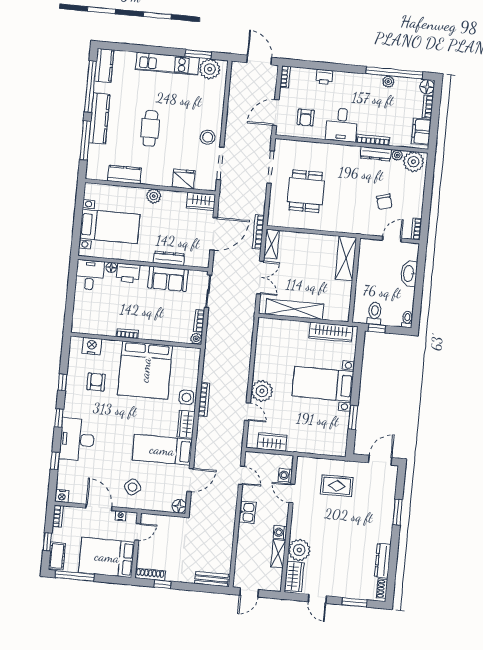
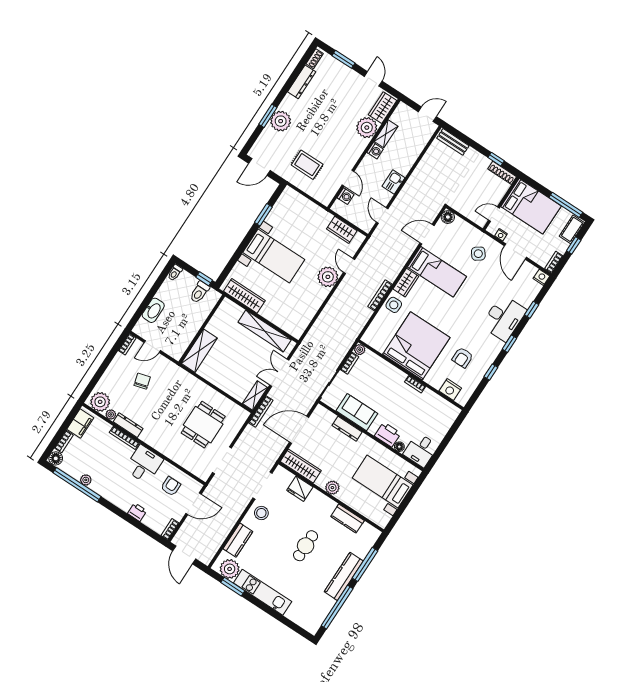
kitchen counter: (104, 65) -> (238, 540), moved, turned 180
wardrobe: (201, 201) -> (301, 466), width x1.50
plant: (383, 514) -> (281, 121), added

